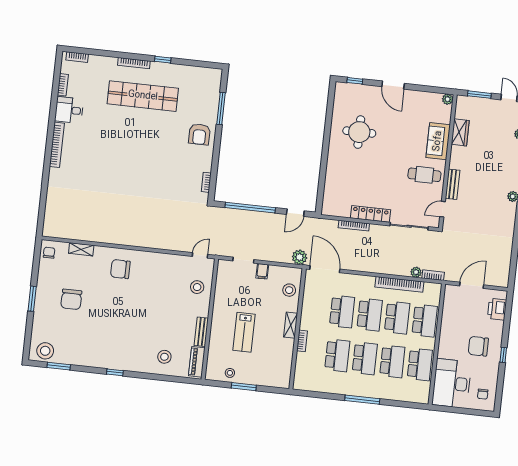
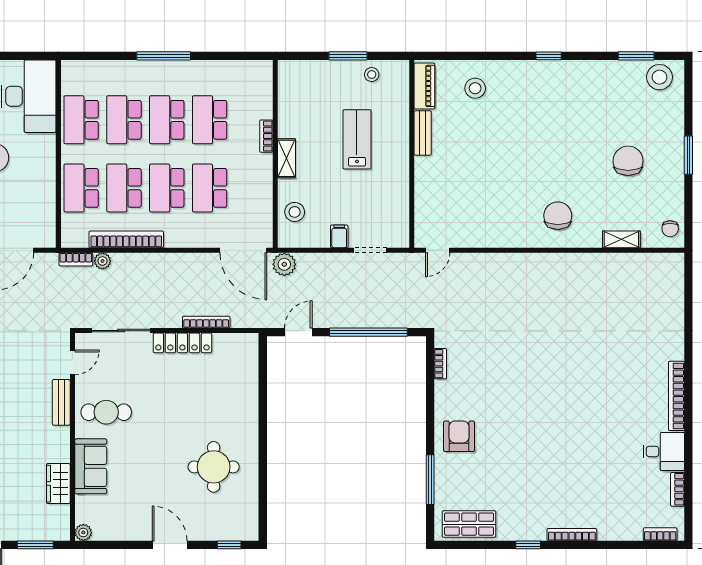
shop shelf: (143, 96) -> (469, 524), moved, width x0.50, depth x0.74
chair: (120, 269) -> (558, 216), turned -90
stool: (197, 287) -> (437, 201), removed

